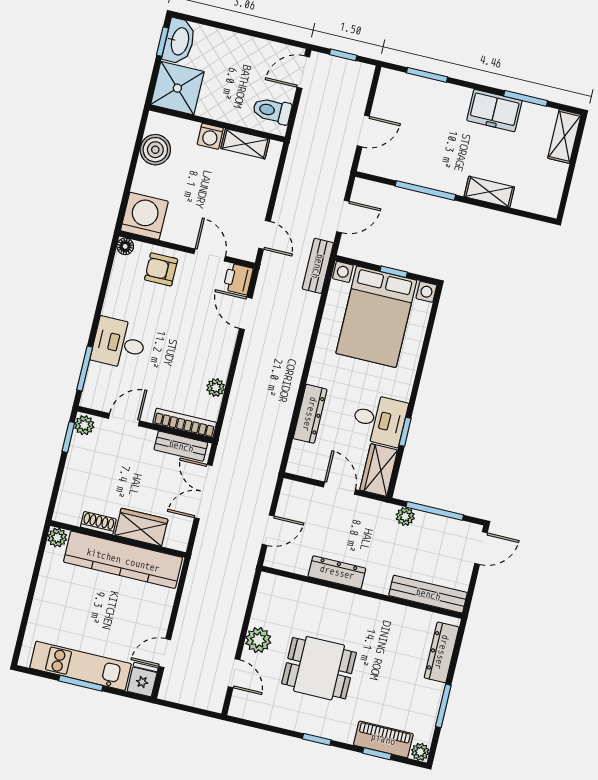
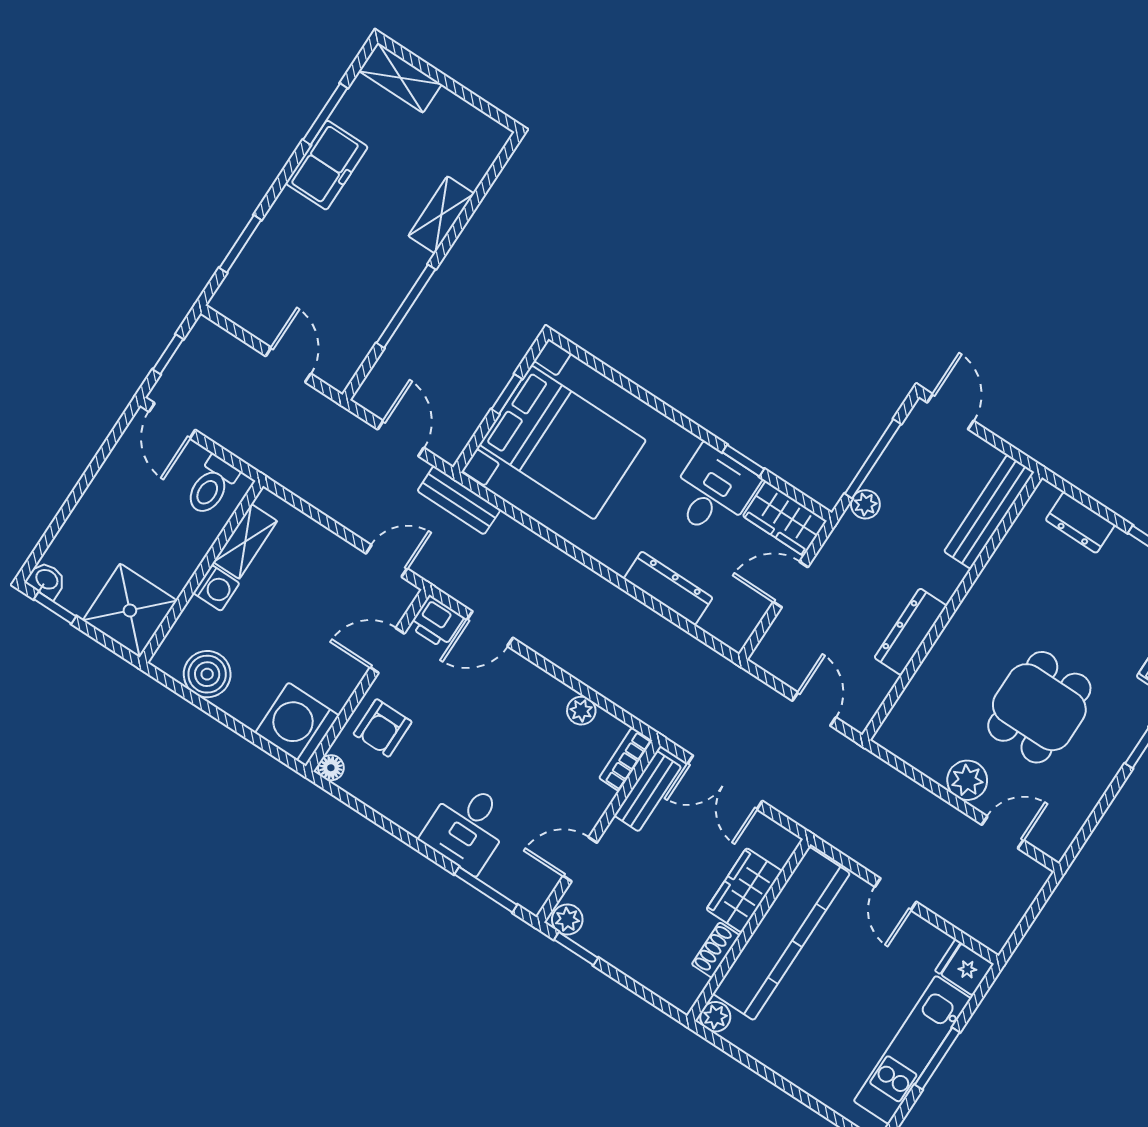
washbasin: (179, 41) -> (46, 580), width x0.52, depth x0.69
door: (124, 420) -> (580, 859), hinge flipped
bookcase: (185, 423) -> (626, 759), width x0.64
dresser: (442, 652) -> (1080, 522), width x0.70
door: (165, 653) -> (896, 894), moved

